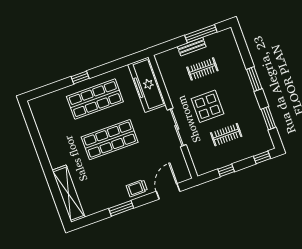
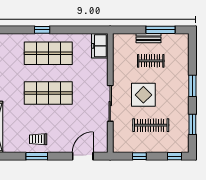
freezer: (147, 85) -> (100, 46), width x0.52, depth x0.79
clothes rail: (226, 135) -> (151, 125), width x1.36
trolley: (137, 188) -> (38, 139), moved

